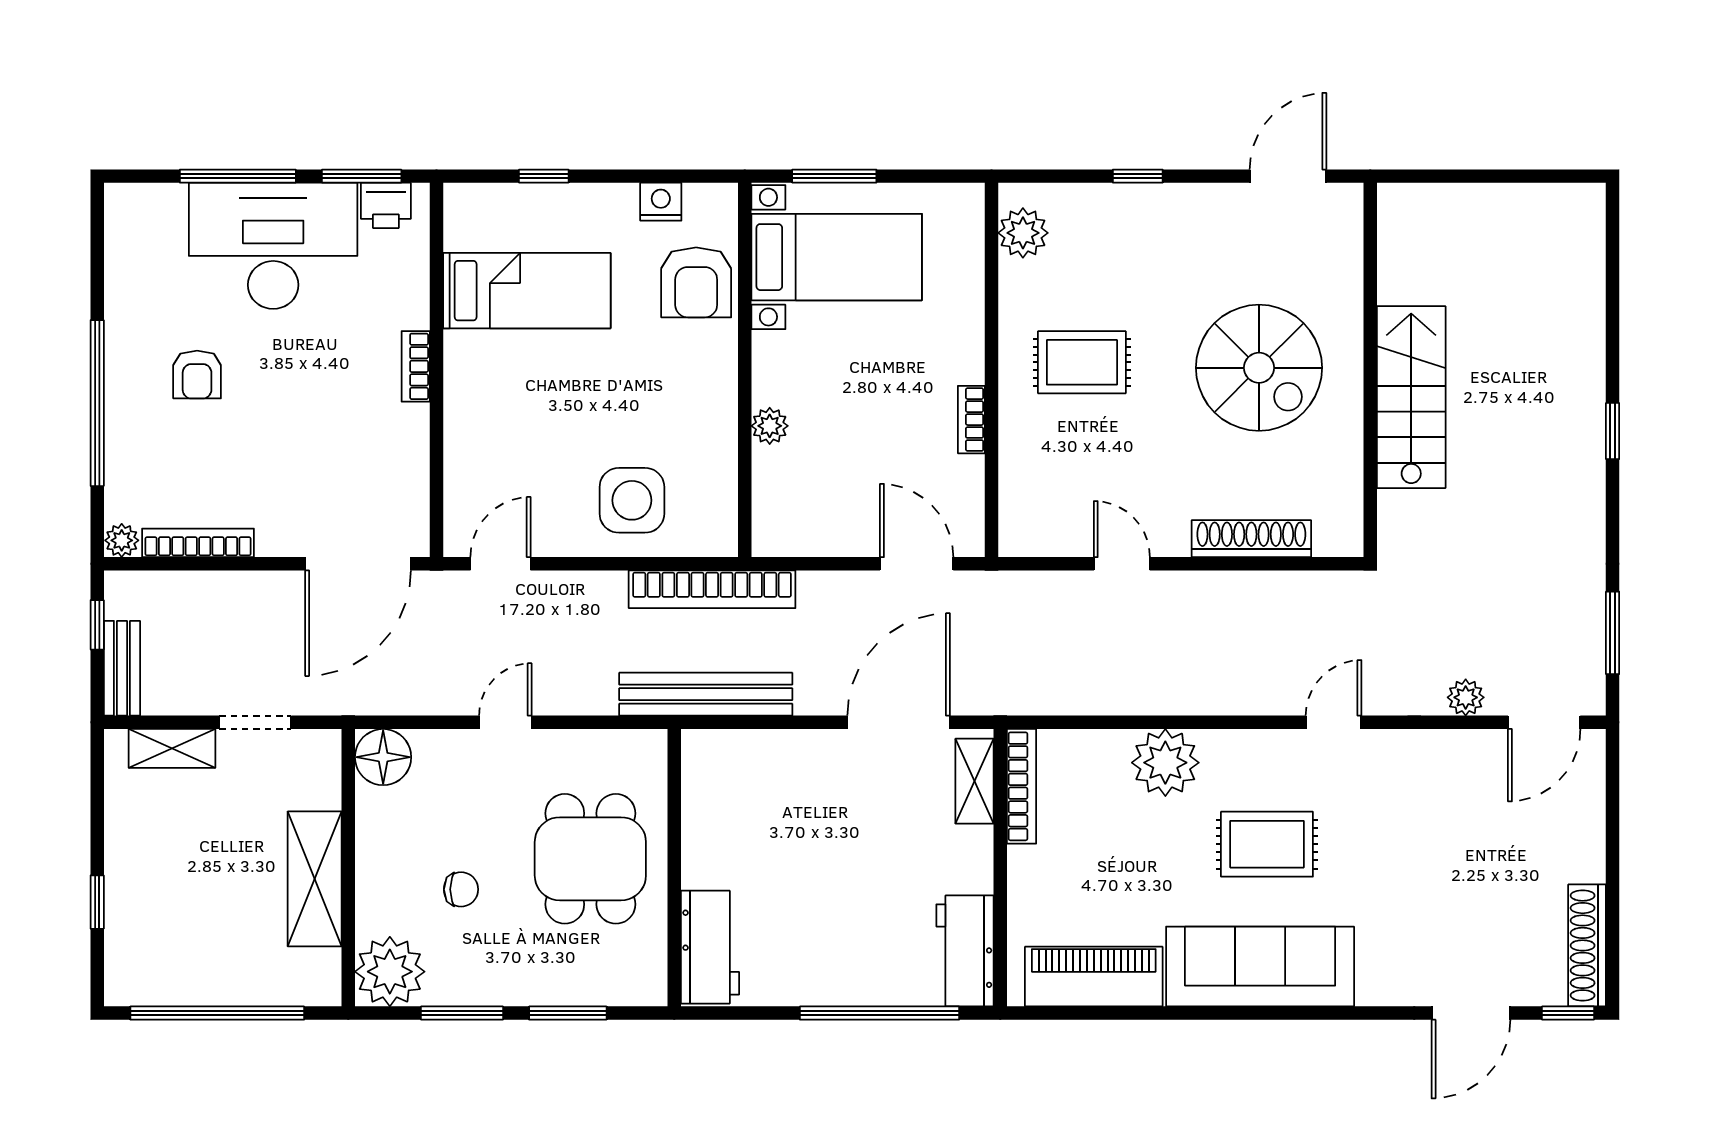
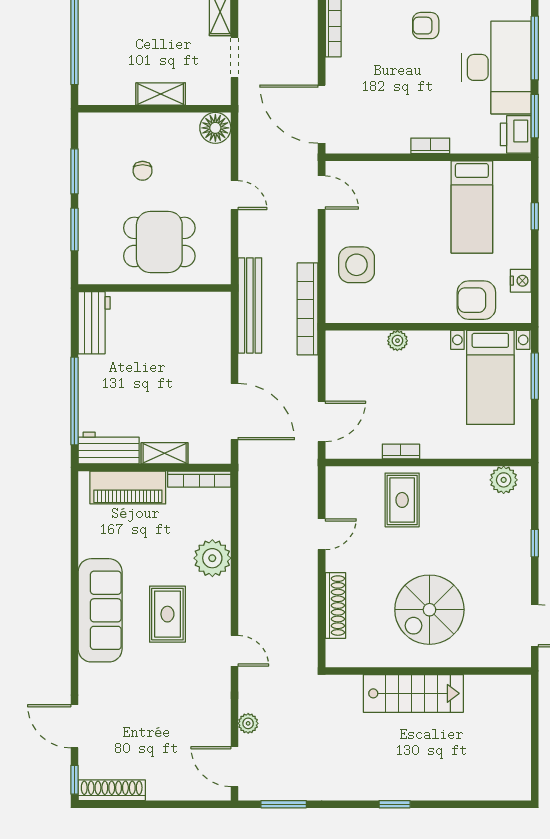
printer: (386, 205) -> (516, 134), width x1.36, depth x1.24
rug: (1082, 362) -> (402, 500), moved
shelving: (975, 781) -> (165, 453), moved
shelving: (315, 879) -> (161, 94), width x0.67, depth x0.75
workbench: (710, 947) -> (94, 323), moved, turned -90
plant: (390, 972) -> (97, 132), removed
piano: (1094, 977) -> (128, 487), moved, turned 90

